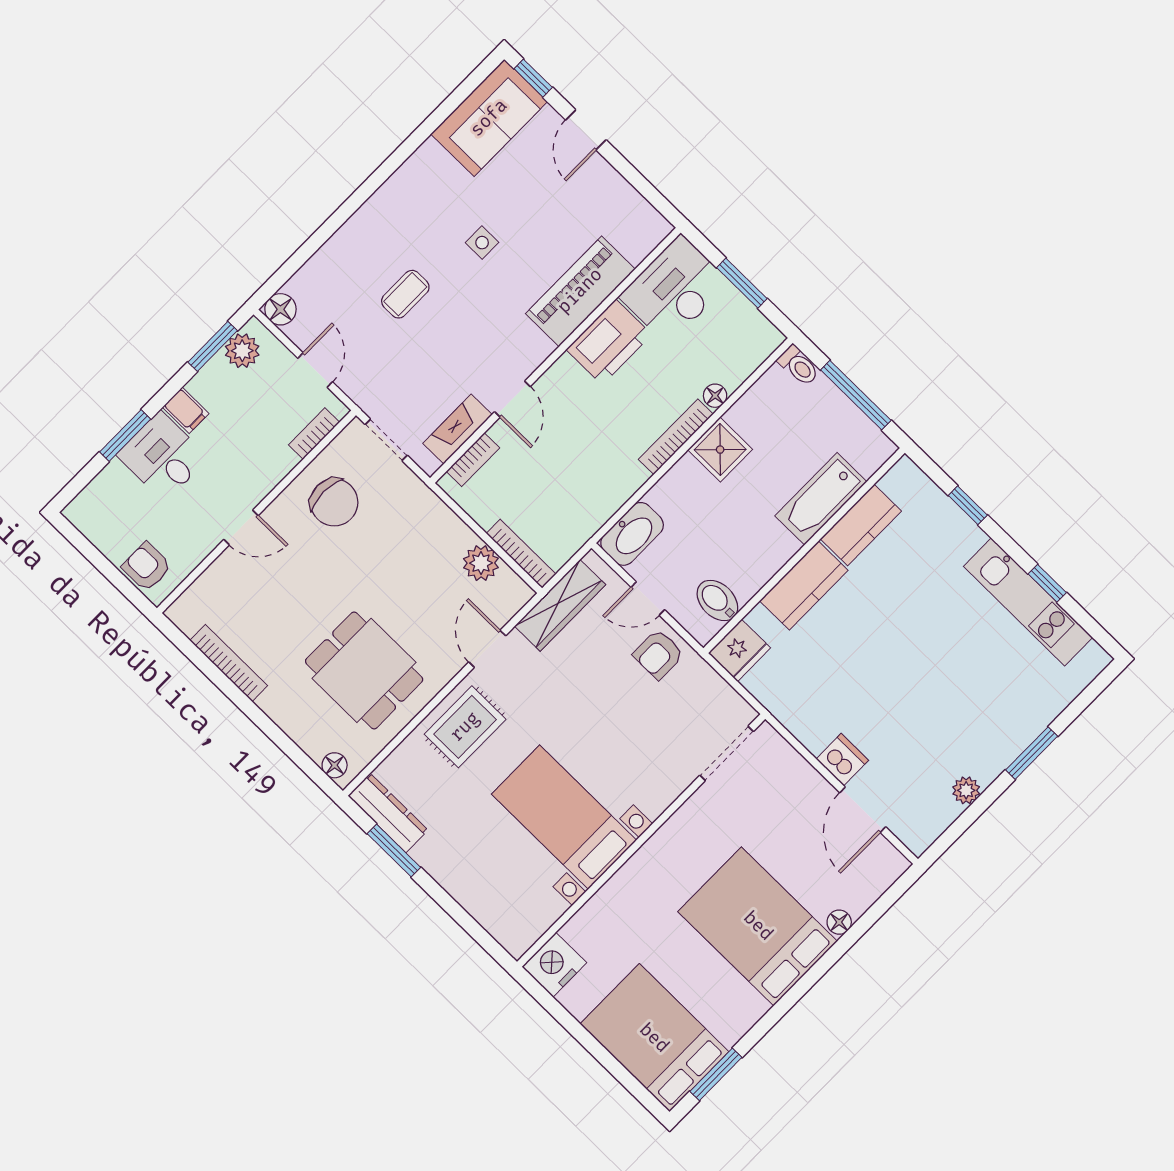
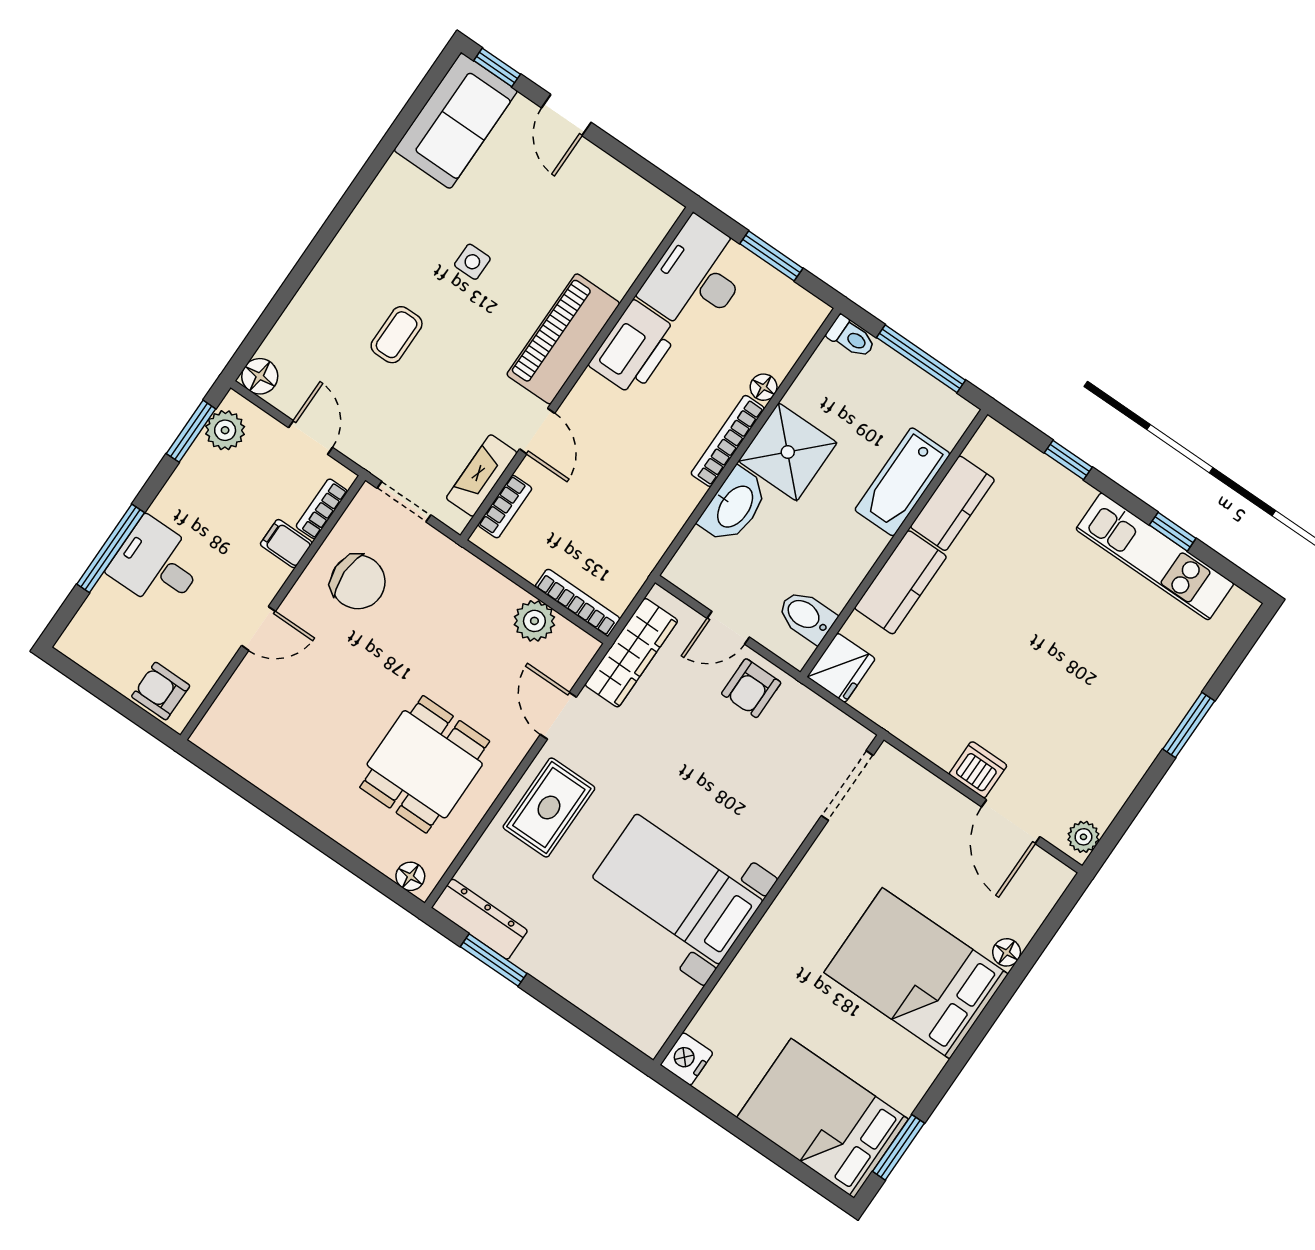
piano: (580, 291) -> (563, 339), moved
filing cabinet: (186, 410) -> (286, 544), moved, turned 180
window: (125, 436) -> (111, 548), width x1.44
shower: (720, 450) -> (788, 452), width x1.36, depth x1.36
washbasin: (632, 534) -> (734, 506), moved
bookcase: (229, 663) -> (272, 783), removed
dining table: (364, 670) -> (425, 764), turned 90
plant: (966, 790) -> (1083, 837), moved
nightstand: (554, 965) -> (687, 1059), width x0.74, depth x0.75

